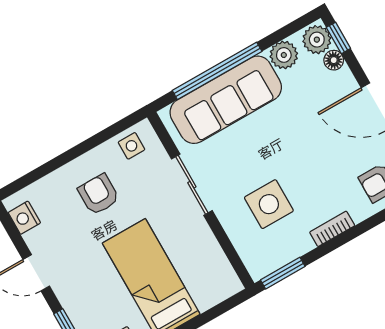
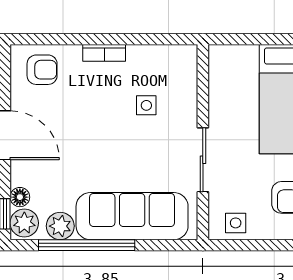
window: (217, 71) -> (87, 245), moved
side table: (269, 204) -> (146, 105), width x0.54, depth x0.54
window: (283, 273) -> (168, 39), removed

